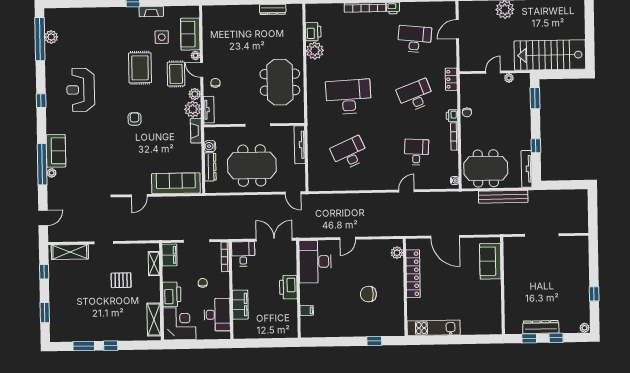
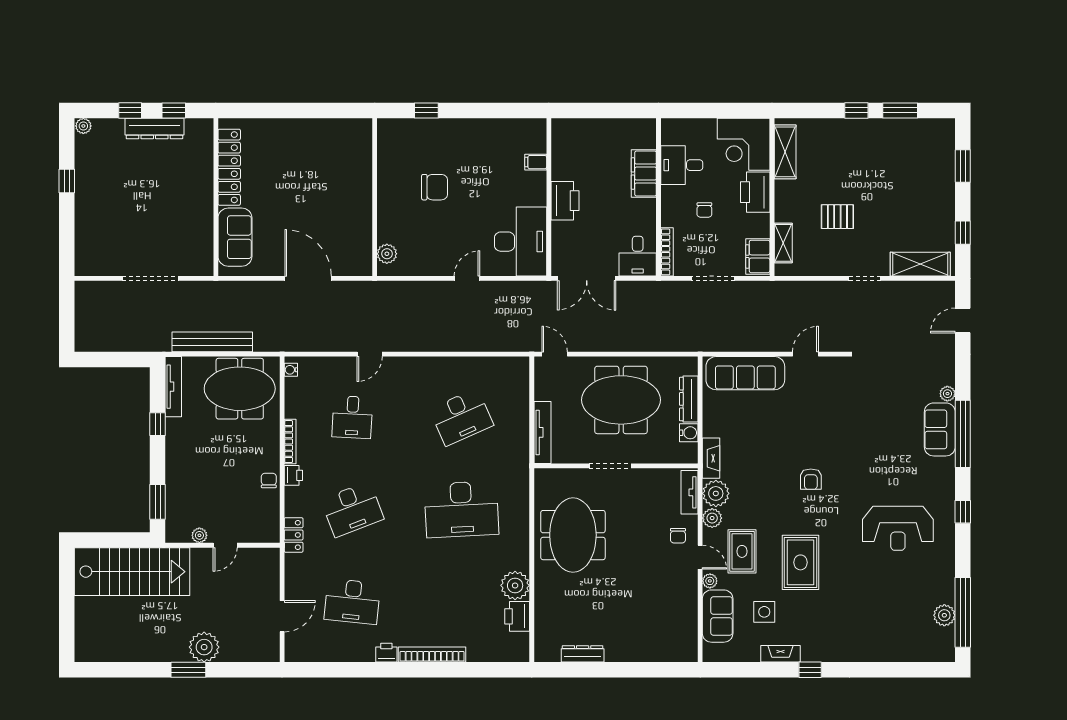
reception desk: (81, 90) -> (898, 528), turned 90
window: (42, 164) -> (963, 434), moved
locker: (413, 274) -> (229, 167), moved, turned 180
desk: (217, 315) -> (682, 165), width x0.73
kitchen unit: (434, 328) -> (329, 130), removed

